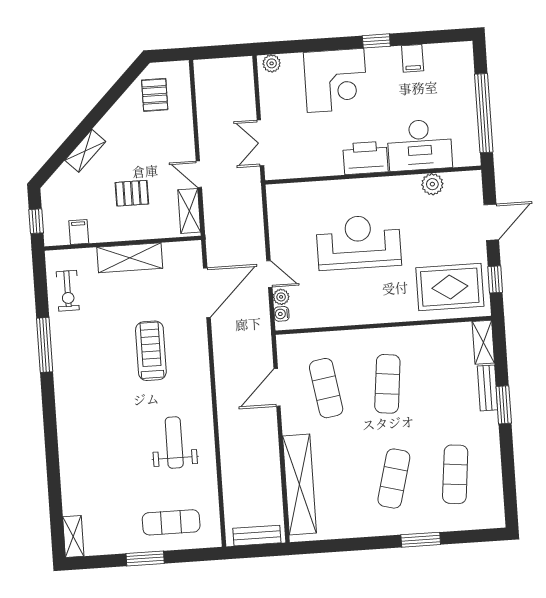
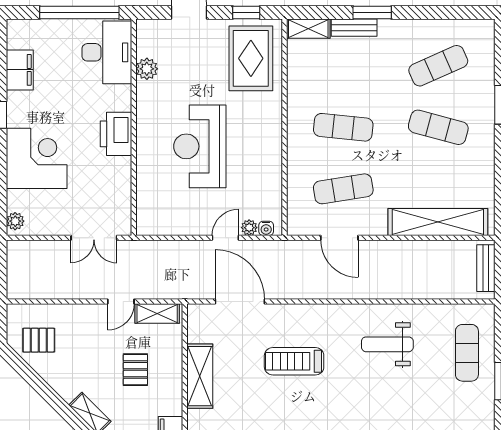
filing cabinet: (413, 58) -> (20, 70), width x2.00
desk: (420, 145) -> (107, 52), moved
exercise mat: (455, 474) -> (438, 66), turned -30

